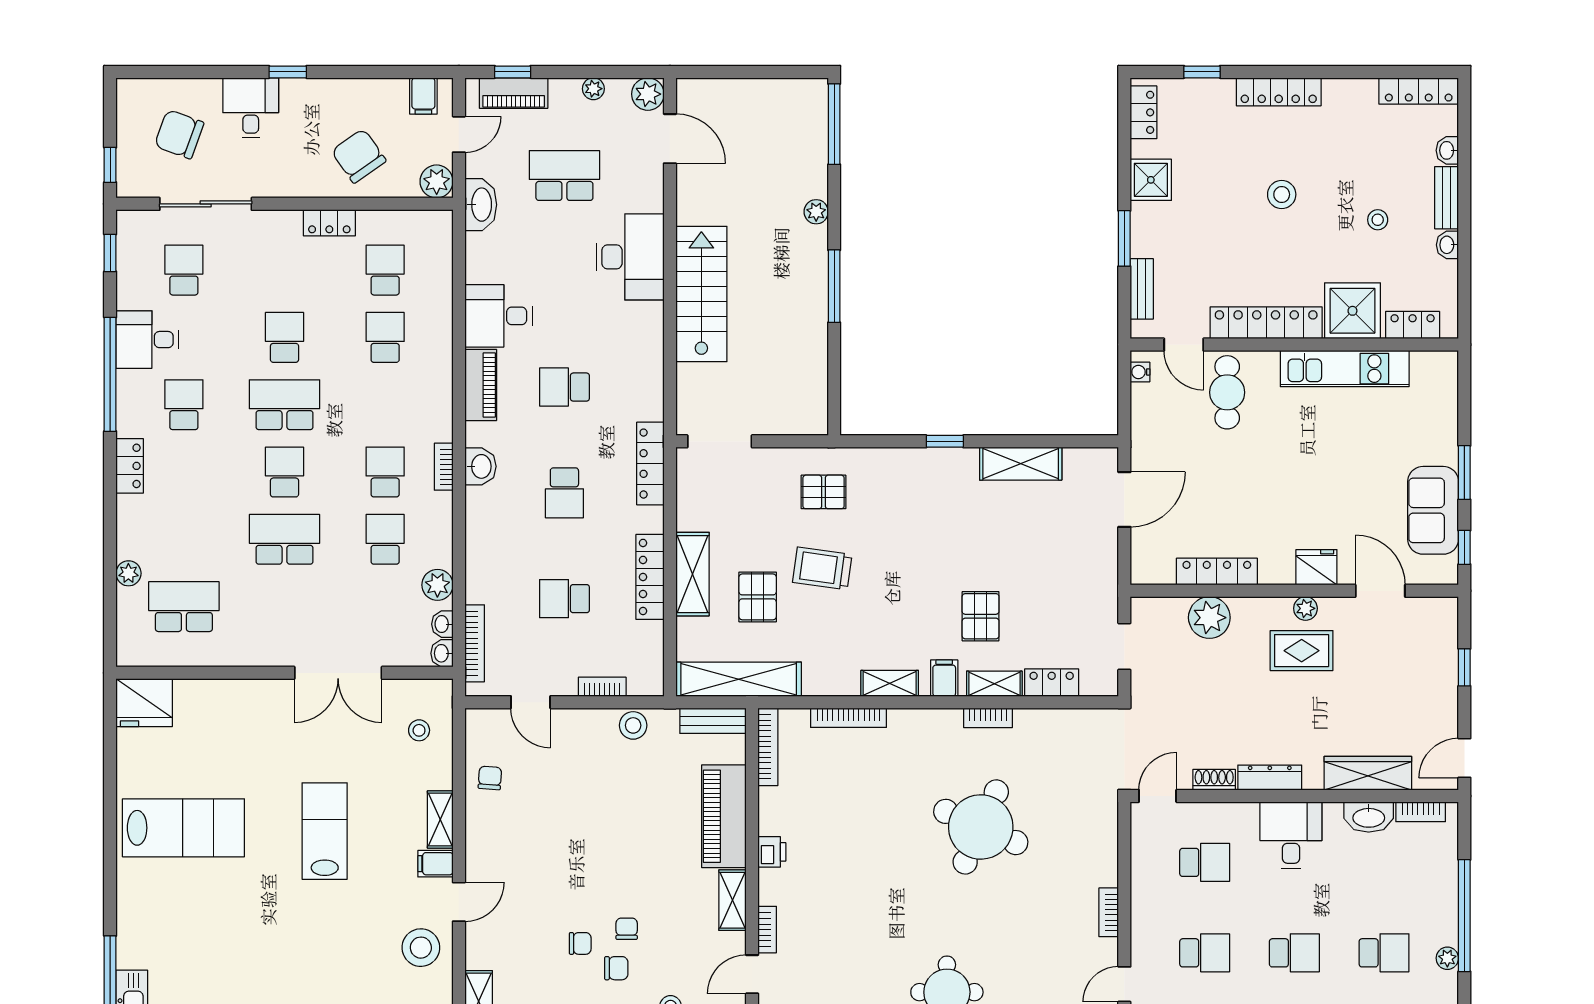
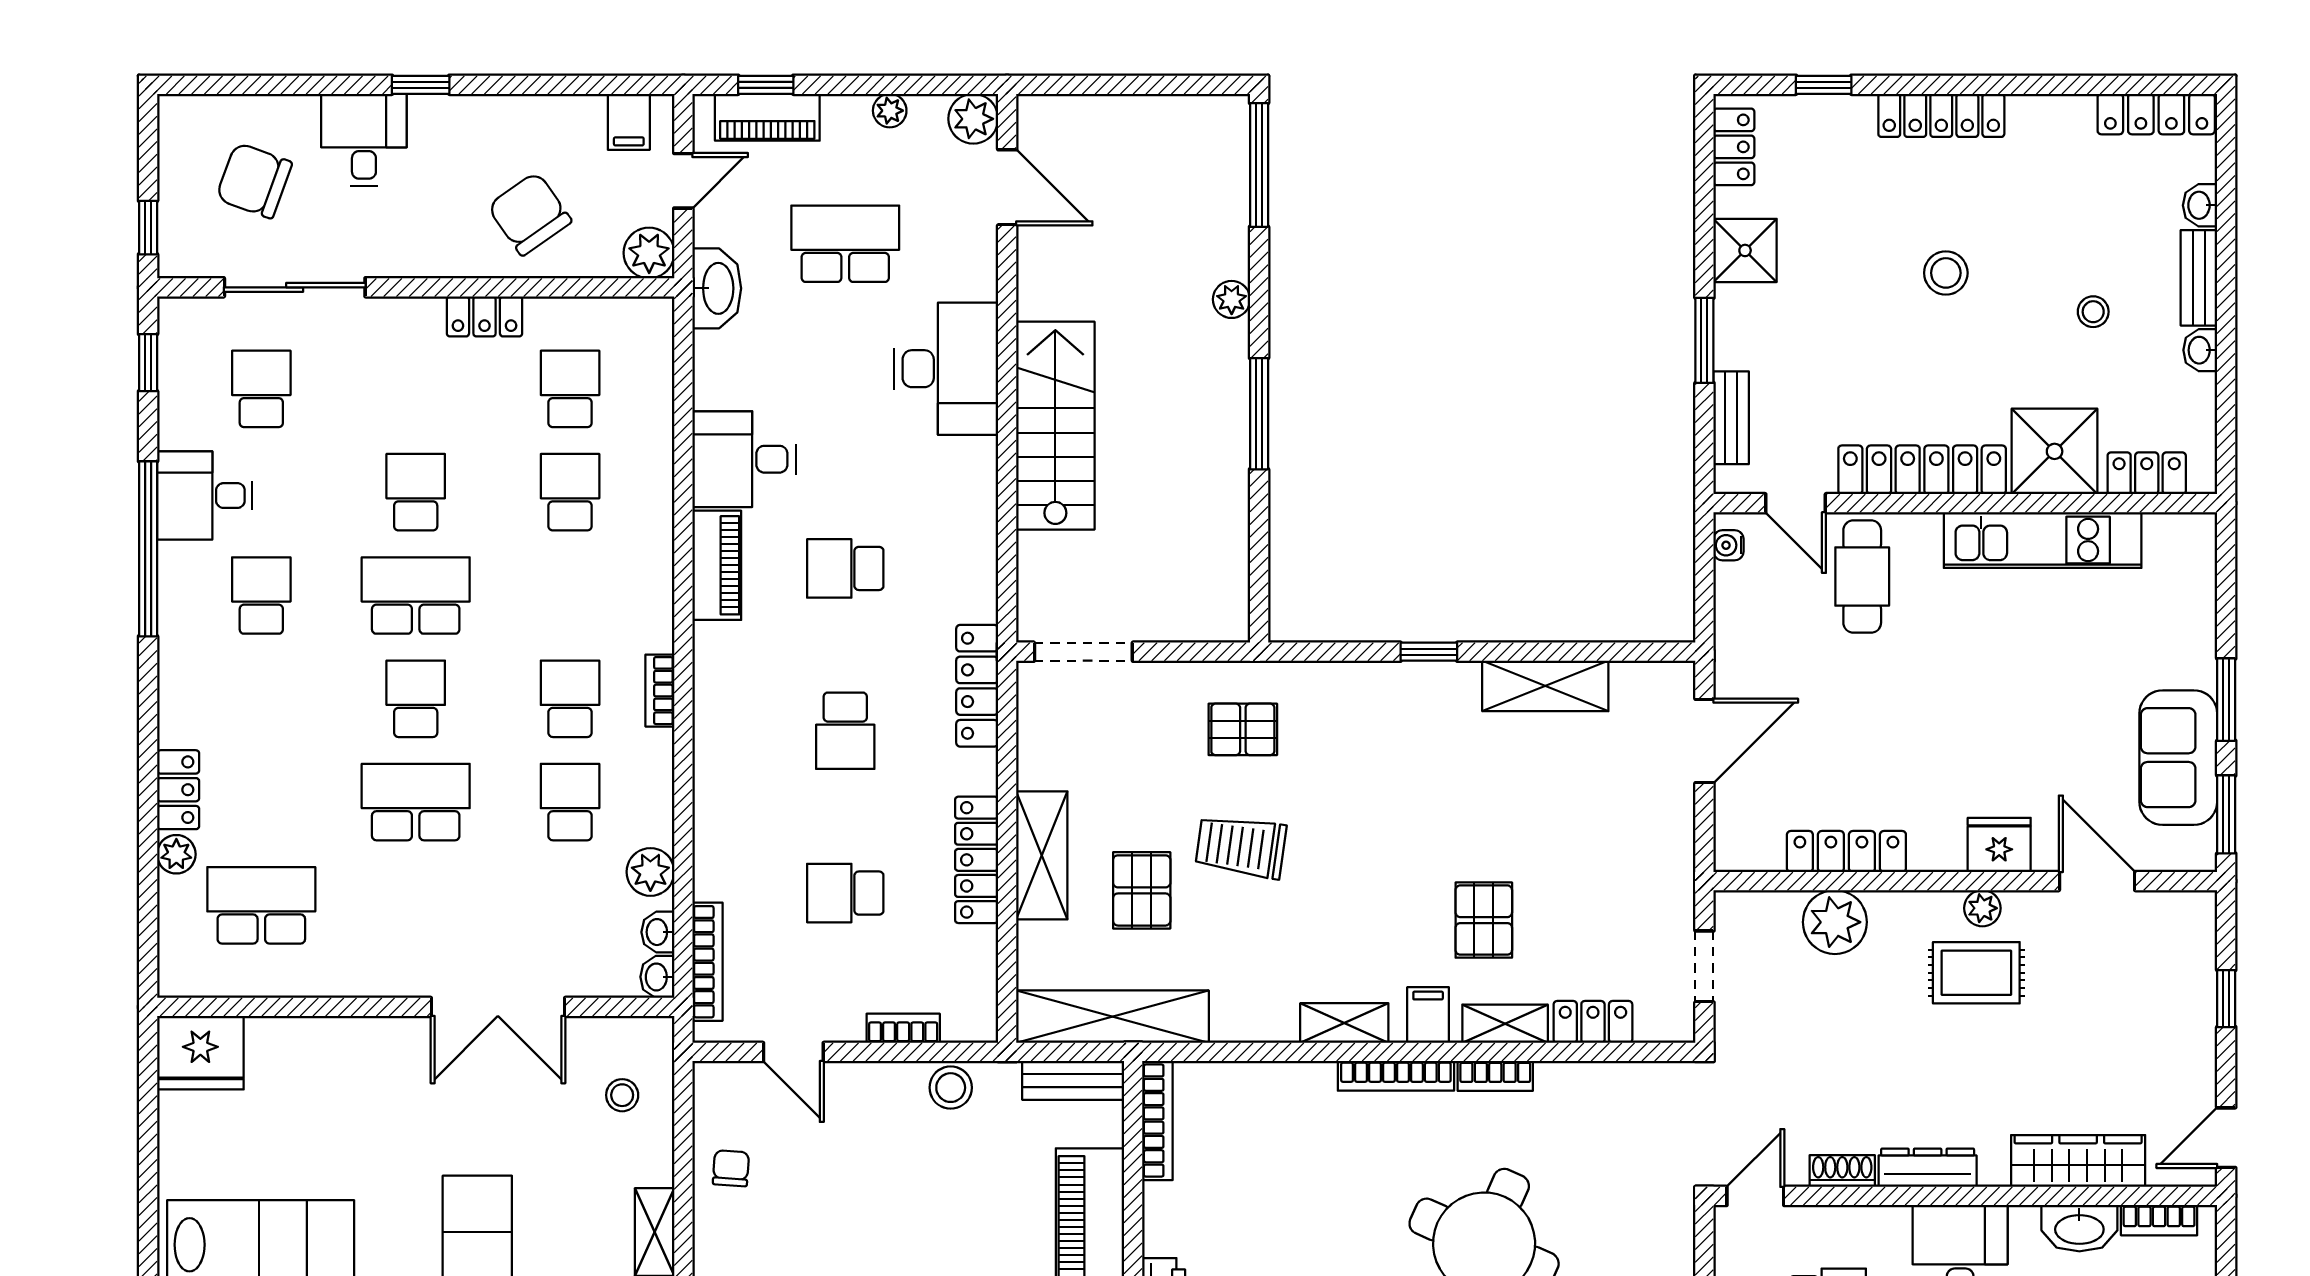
locker: (130, 466) -> (178, 790), moved
washbasin: (480, 466) -> (716, 690), removed
window: (1464, 547) -> (2226, 814), width x1.50
bookcase: (849, 718) -> (1396, 1076), moved

